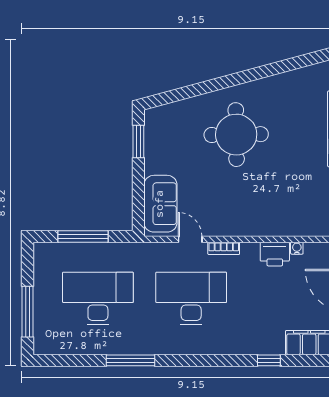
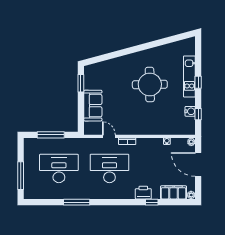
round table: (236, 135) -> (150, 84), moved
sofa: (160, 204) -> (93, 106), moved
printer: (275, 254) -> (143, 193), moved, turned 180

